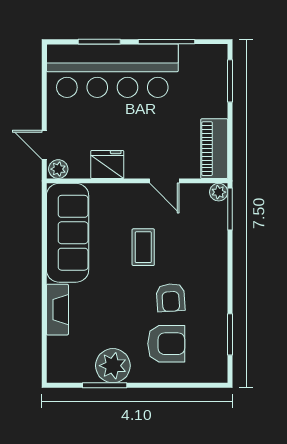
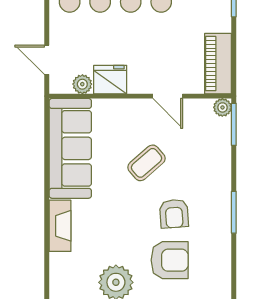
plant: (58, 169) -> (82, 84), moved
coffee table: (143, 247) -> (146, 163), turned 49
window: (230, 334) -> (234, 212), moved

